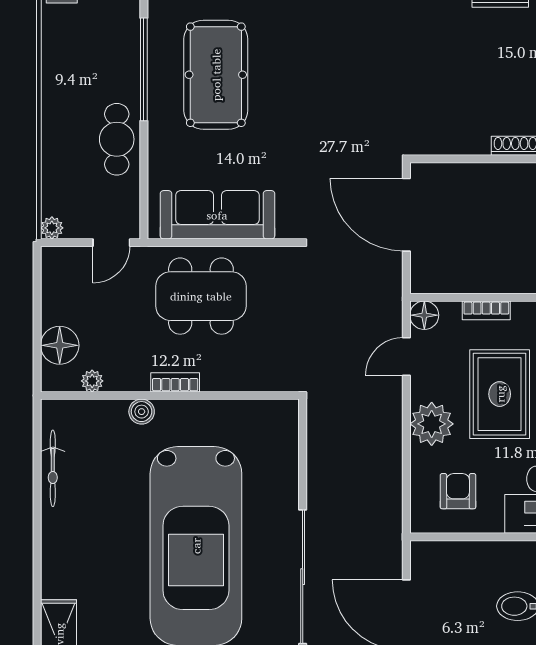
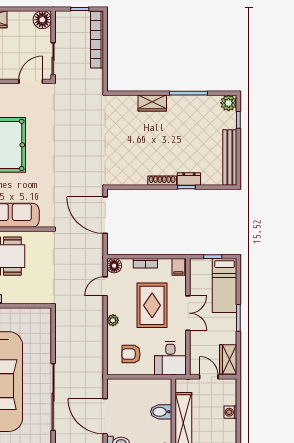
plant: (432, 424) -> (113, 320), width x0.53, depth x0.53
armchair: (458, 491) -> (131, 354), turned -90

